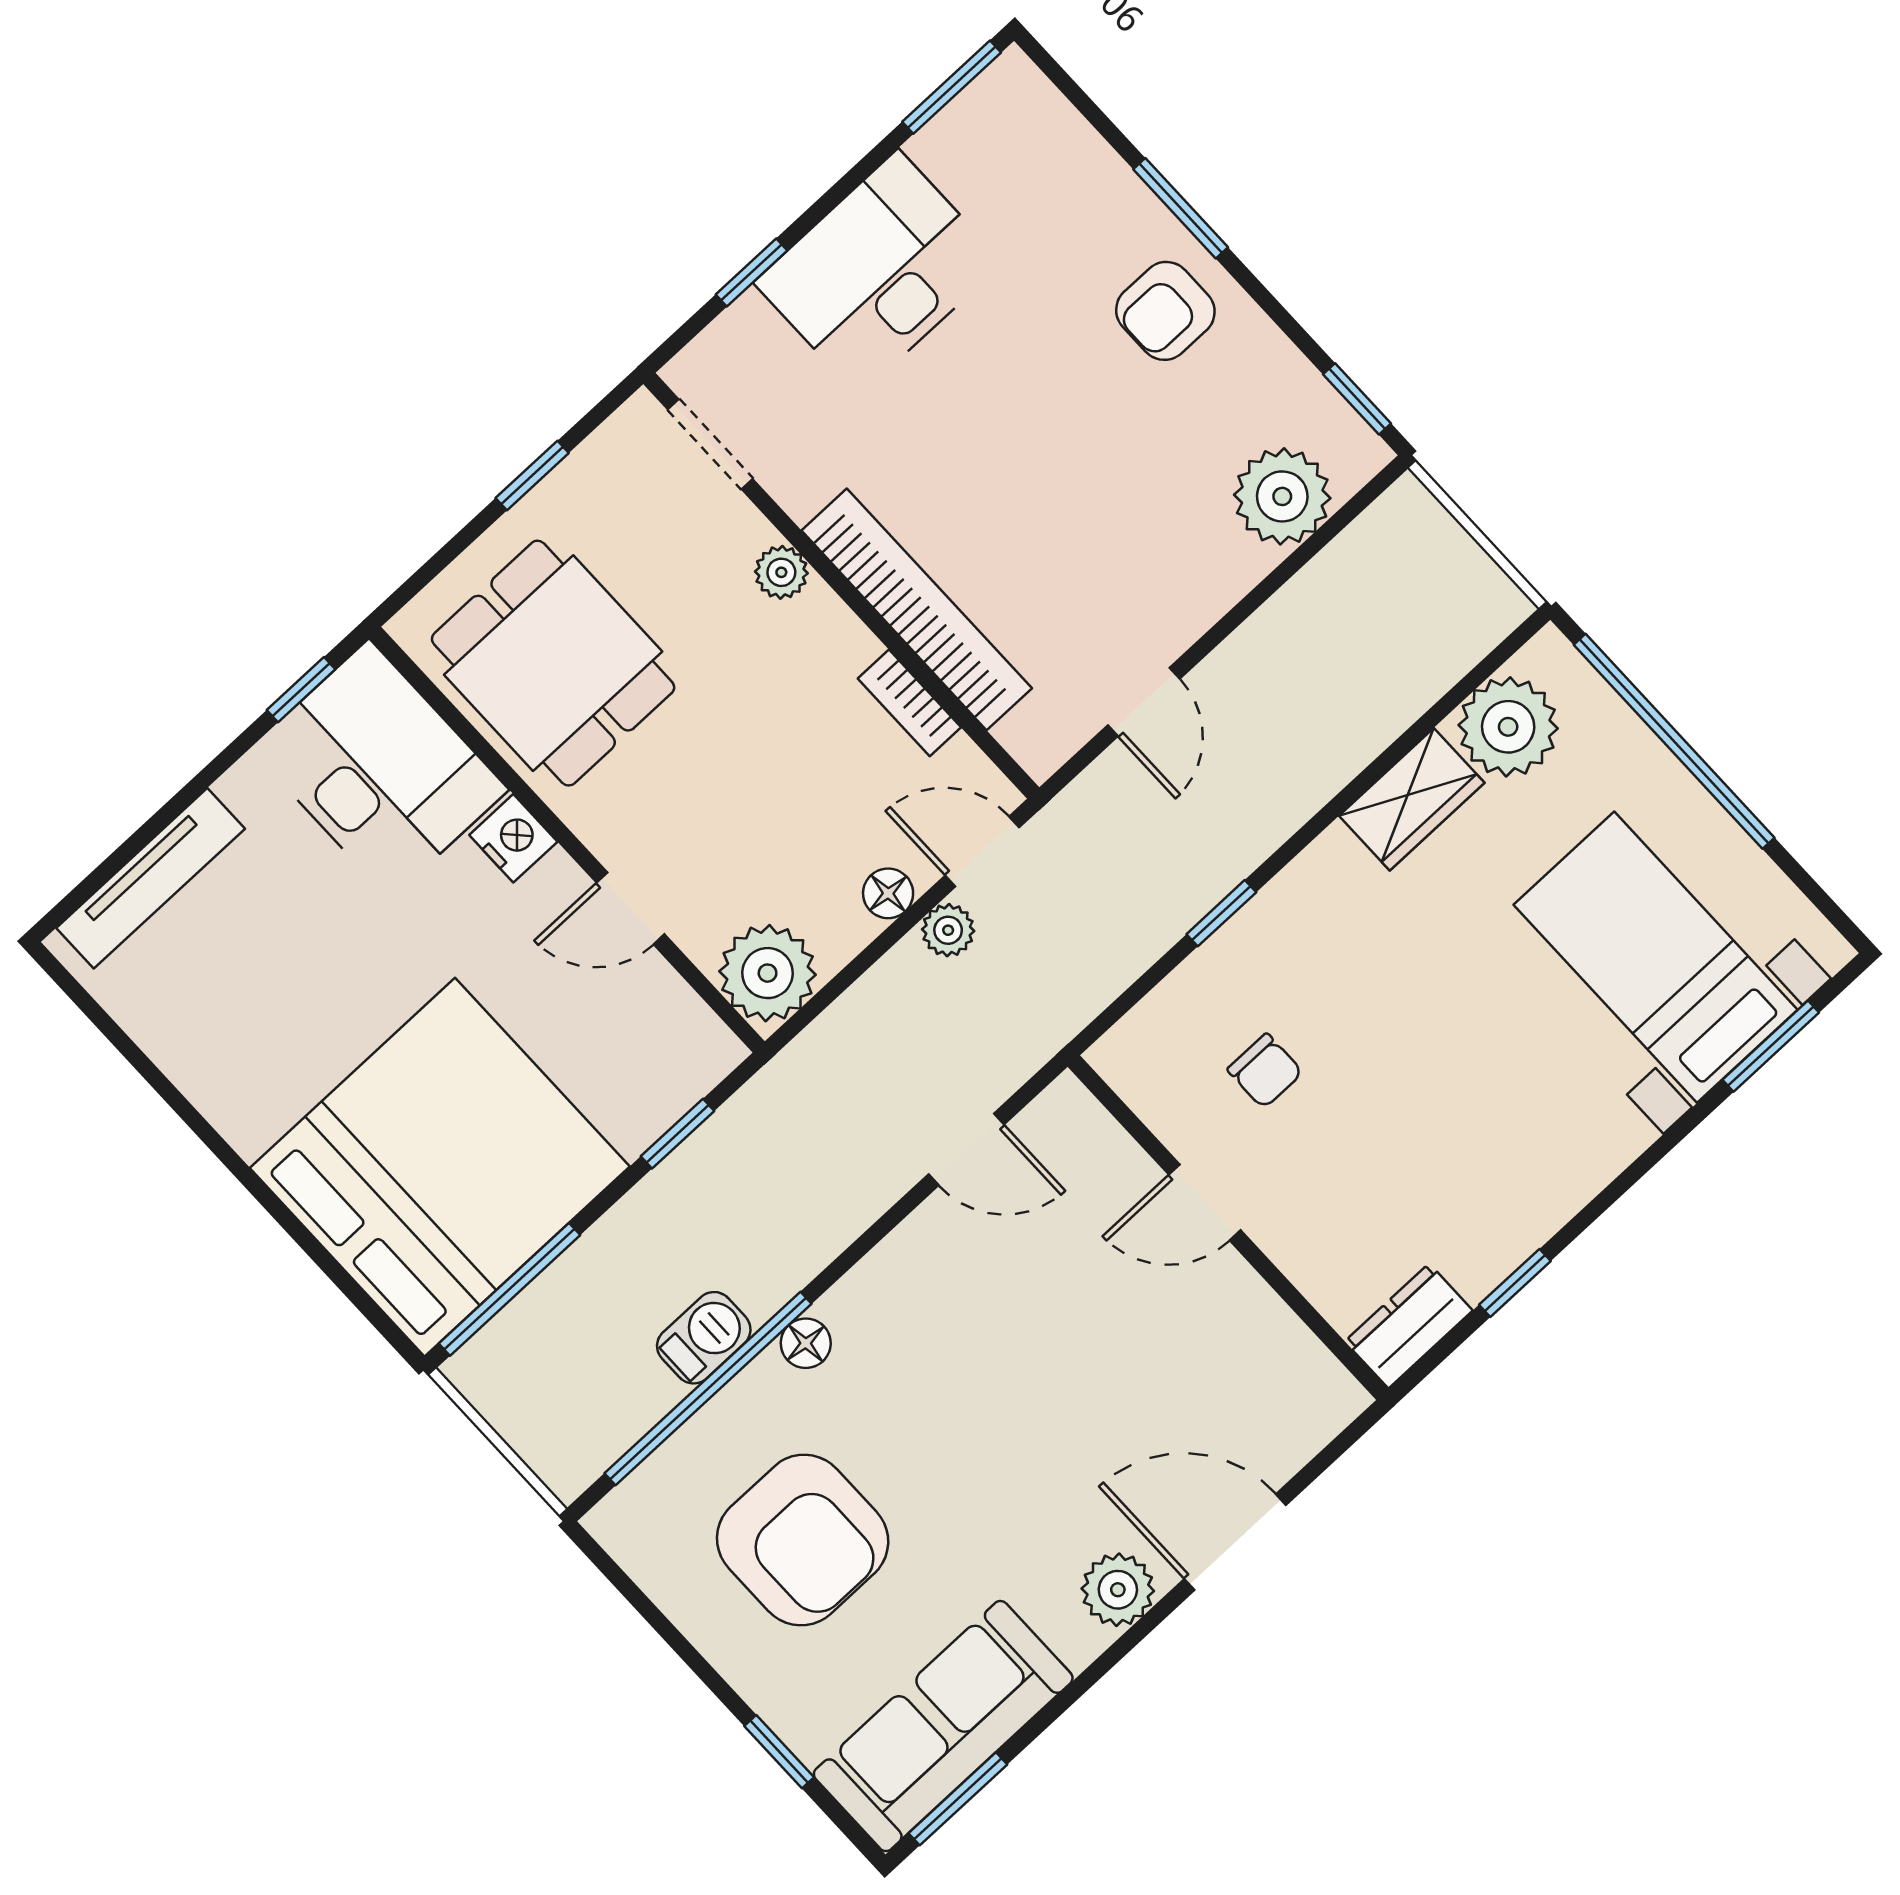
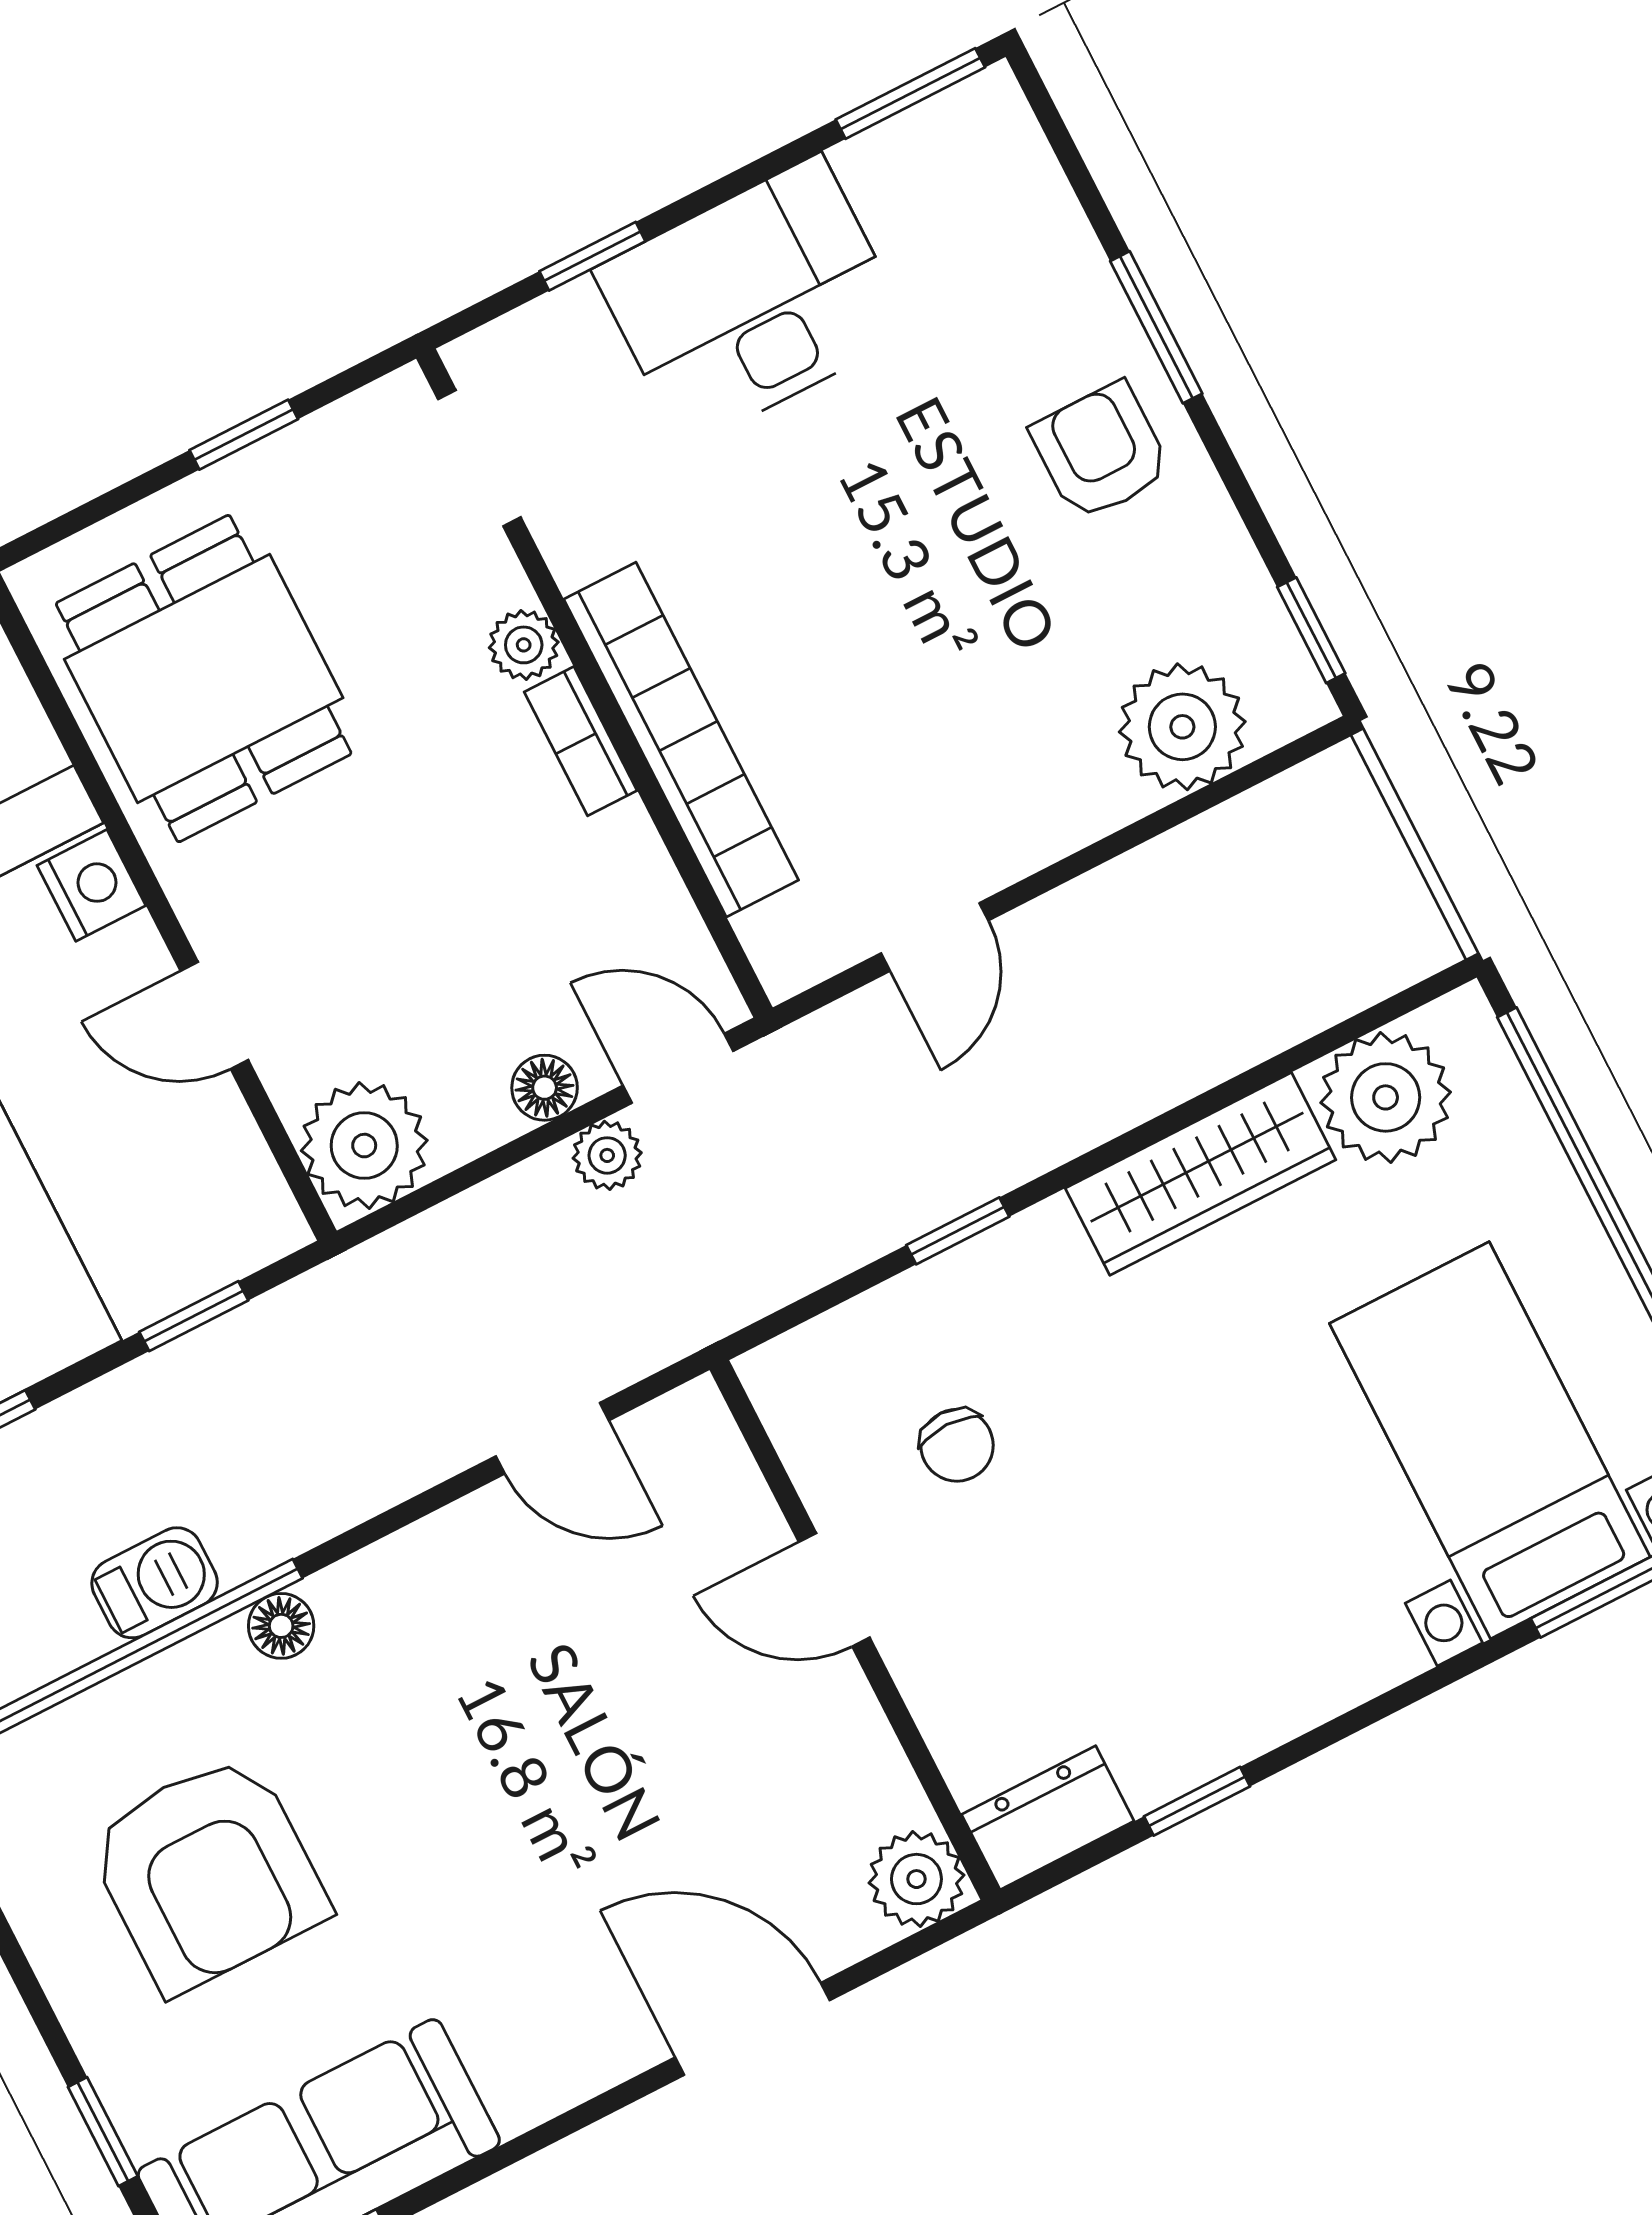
armchair: (1165, 311) -> (1101, 451), turned 90
bookcase: (909, 703) -> (581, 741), moved
wardrobe: (1412, 799) -> (1201, 1174), width x1.50
plant: (1118, 1590) -> (916, 1879), moved

